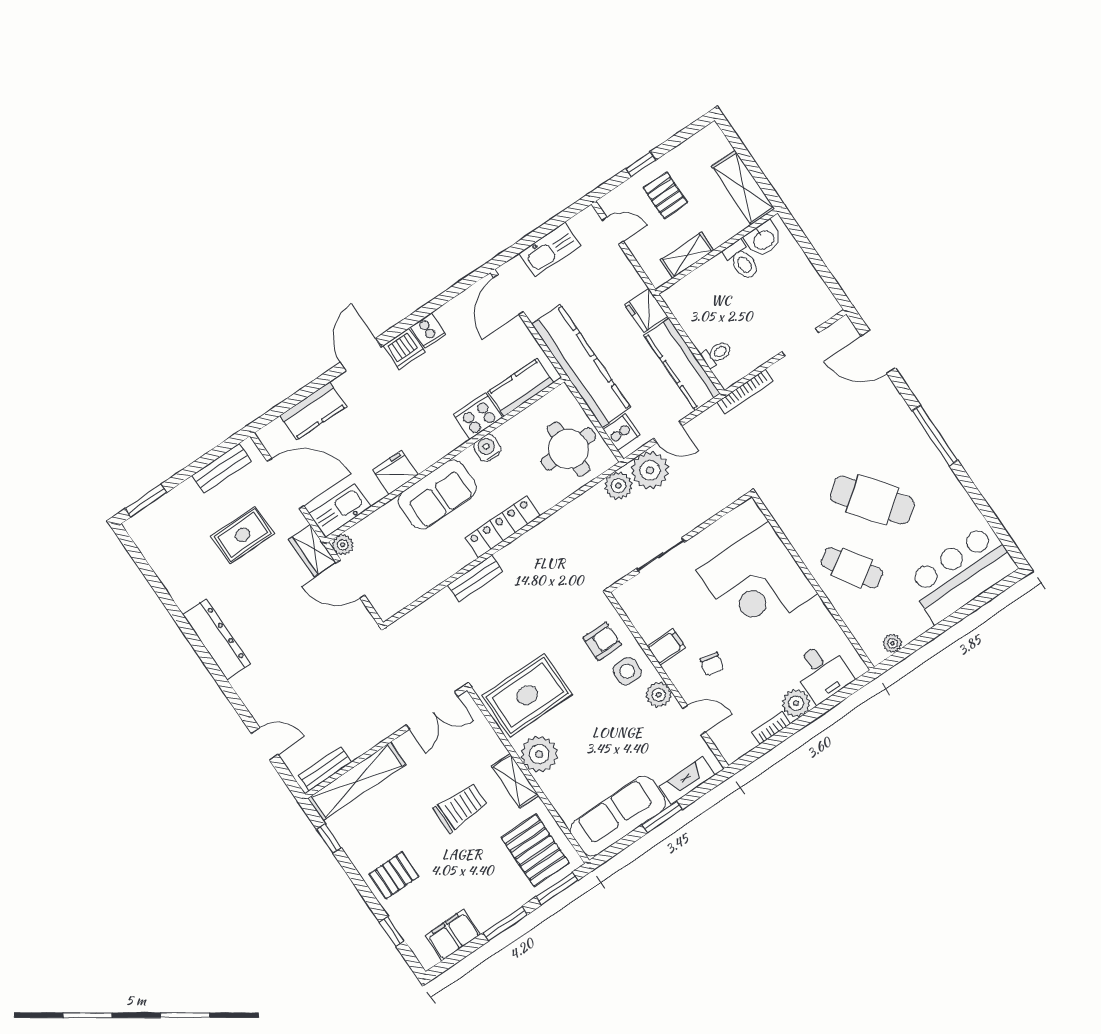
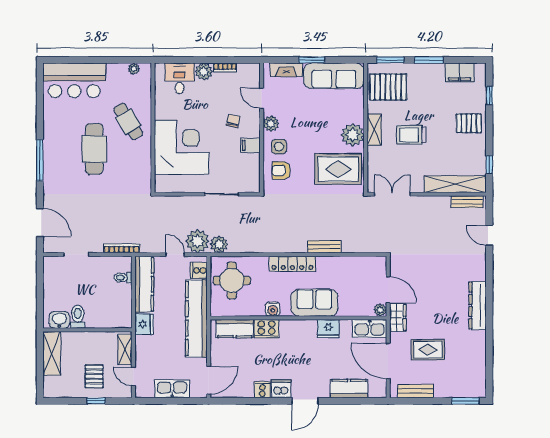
shelving: (687, 255) -> (125, 350), moved, turned 90
cafe table: (872, 500) -> (94, 149), turned 38
pallet: (535, 850) -> (388, 87), turned 90

